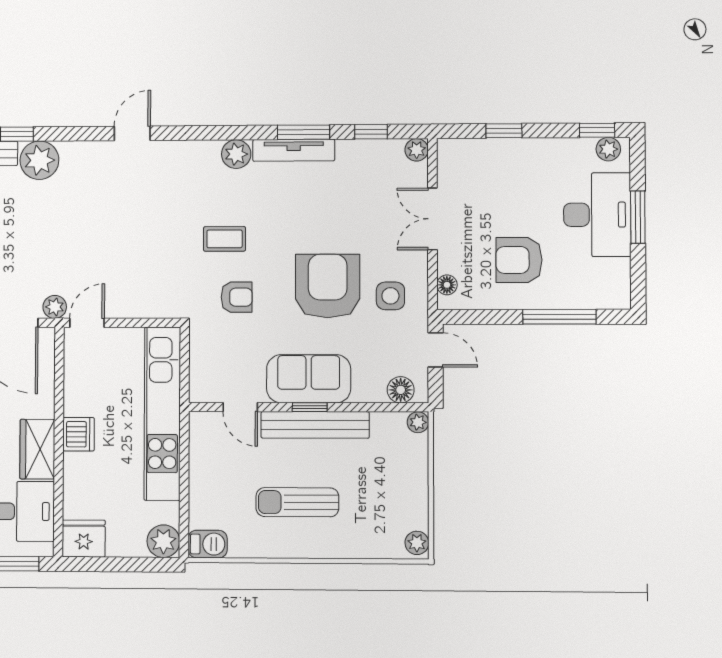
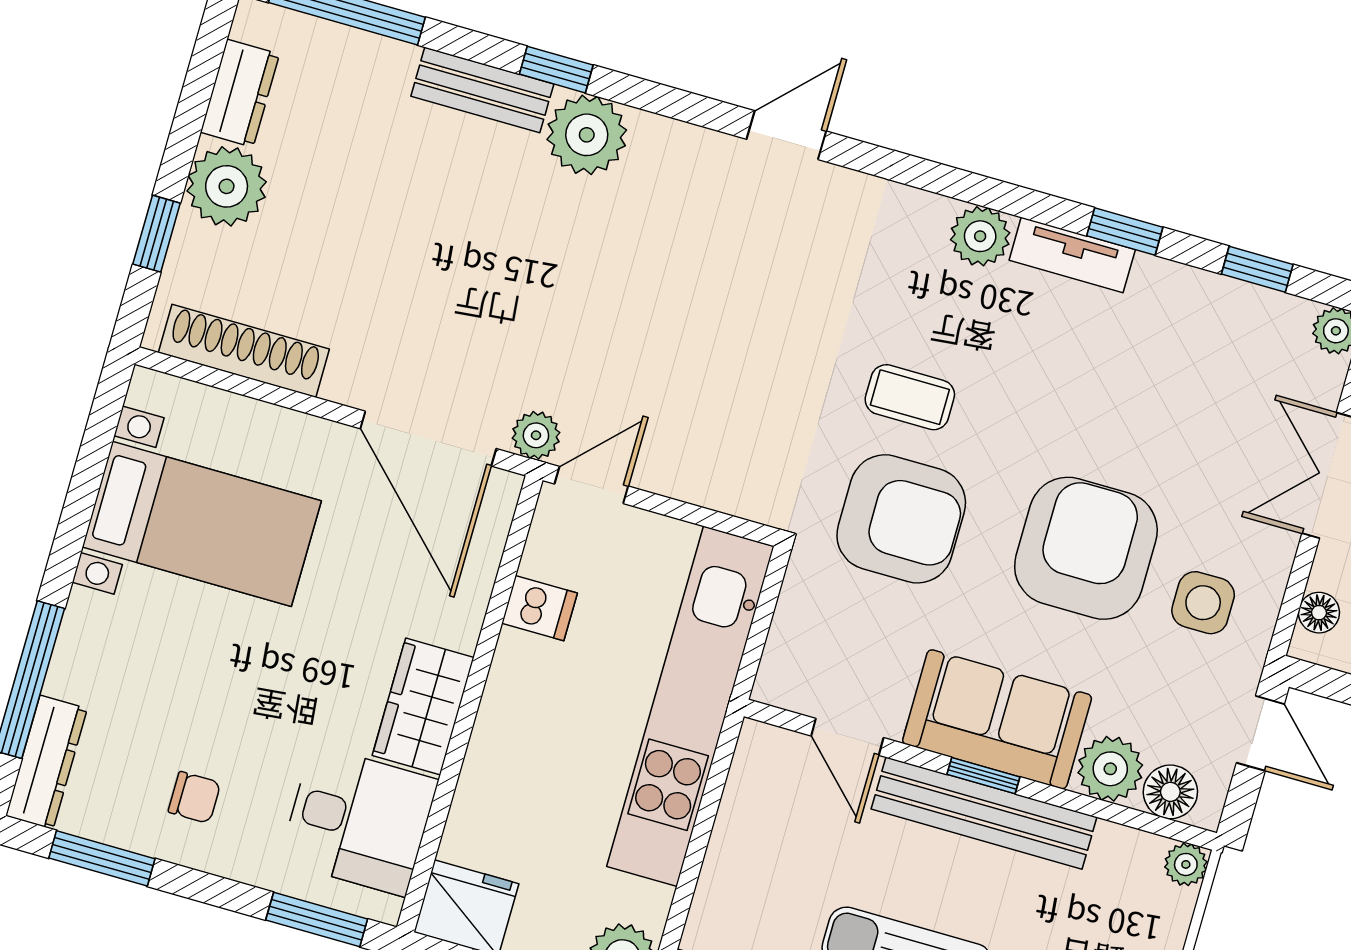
window: (304, 132) -> (1125, 232), width x0.67
tv unit: (294, 150) -> (1072, 255), width x0.71
armchair: (237, 297) -> (901, 519), width x1.88, depth x1.88
plant: (369, 387) -> (1110, 769), added
dishwasher: (79, 434) -> (539, 608), moved, width x0.73

